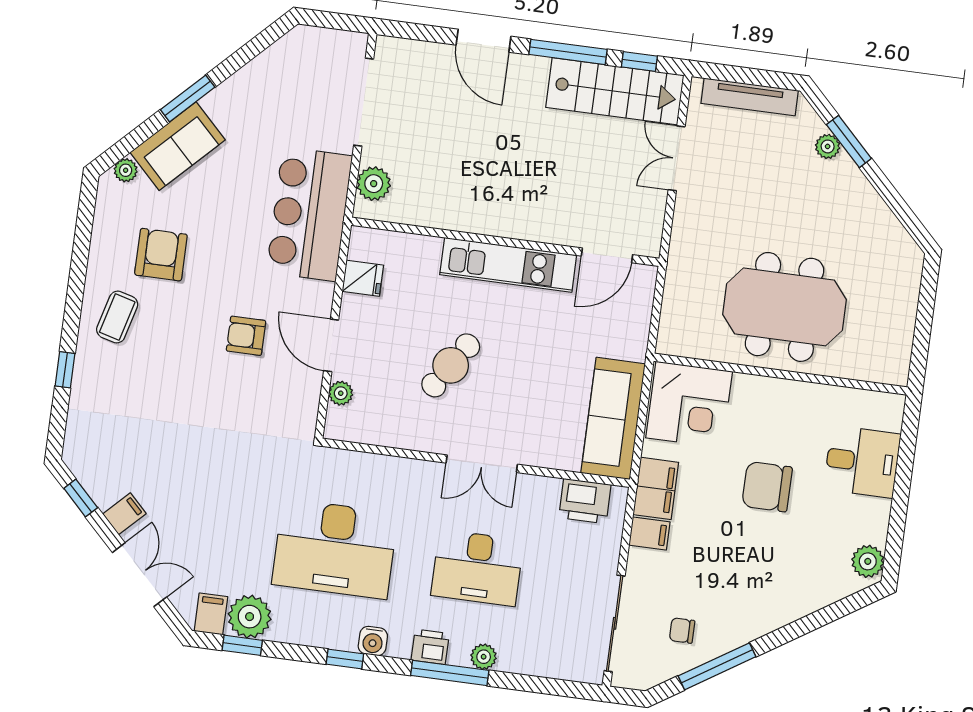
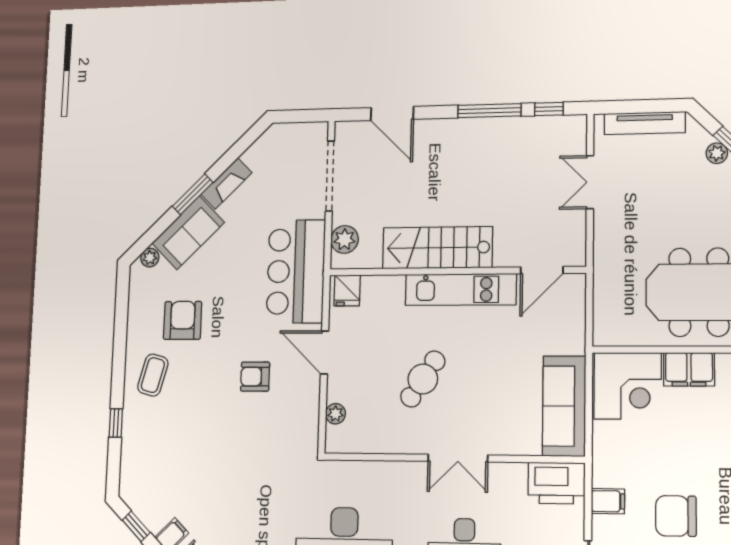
door: (483, 41) -> (392, 113), moved
fireplace: (232, 91) -> (226, 183), added
stairs: (615, 91) -> (437, 248), moved, turned 180
fridge: (363, 278) -> (347, 290), moved, turned 90
door: (331, 345) -> (324, 352), moved
chair: (767, 487) -> (676, 516), moved
filing cabinet: (656, 488) -> (689, 369), moved, turned 90
printer: (585, 501) -> (556, 483), width x1.37, depth x1.19

